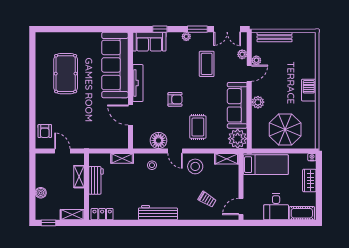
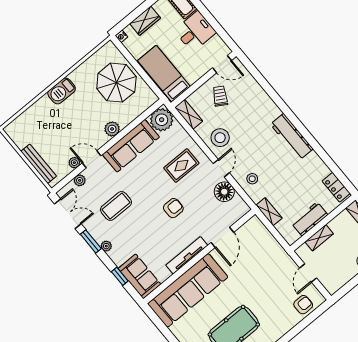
armchair: (175, 99) -> (173, 208), turned 90
trolley: (207, 199) -> (220, 96), moved

